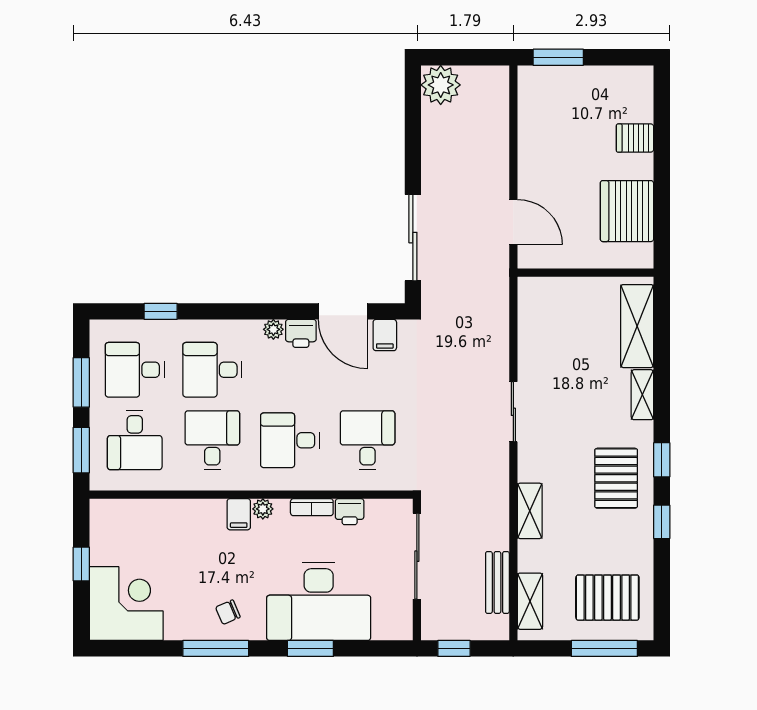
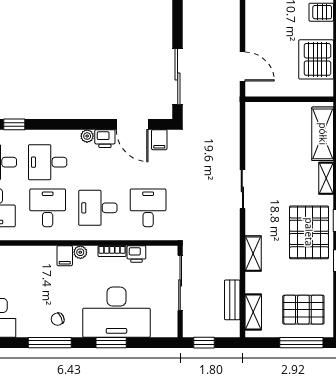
pallet: (616, 478) -> (309, 232), width x1.37, depth x1.41

